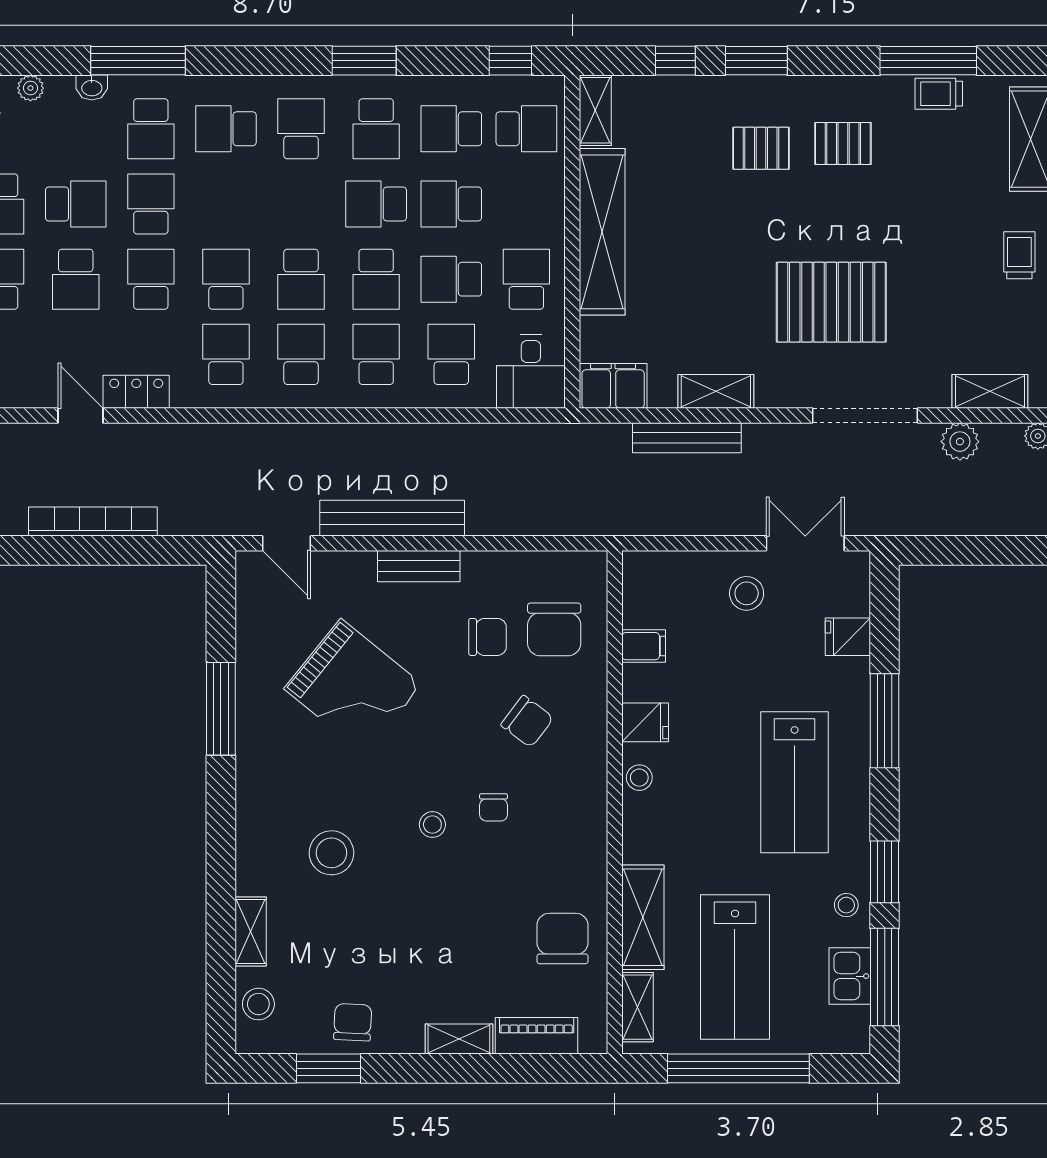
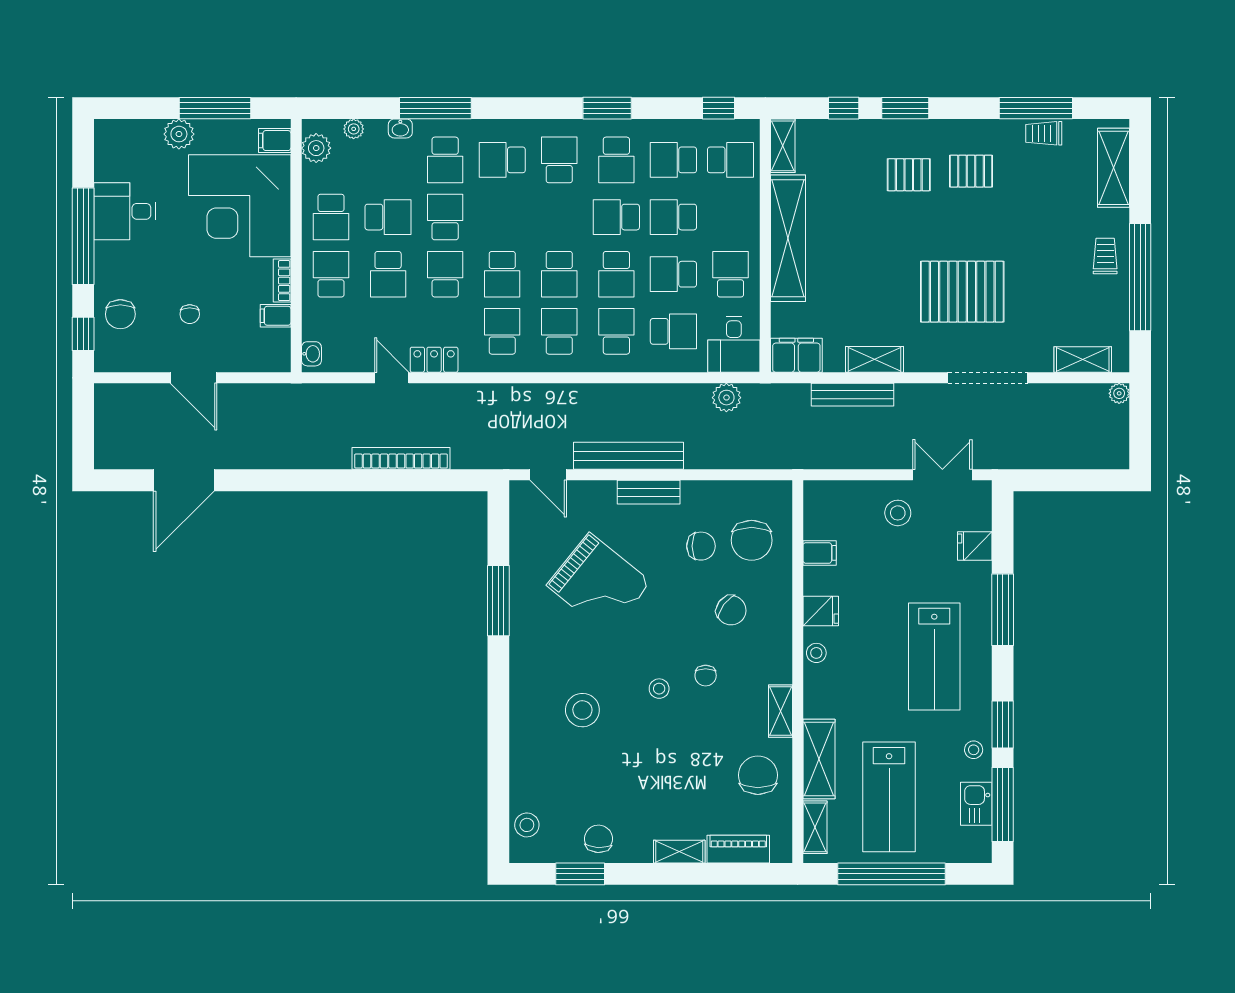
school desk: (226, 279) -> (502, 274), turned 180
school desk: (451, 354) -> (673, 331), turned 90
plant: (960, 442) -> (726, 398), moved
shelving: (251, 931) -> (780, 711), moved

